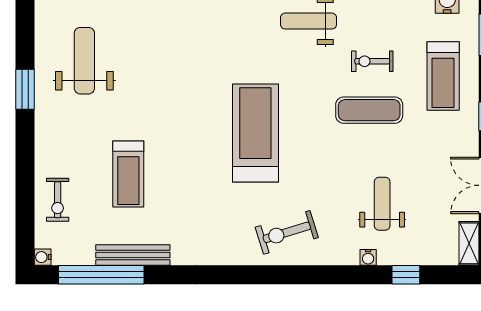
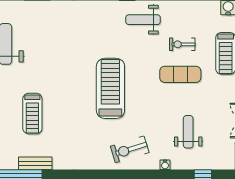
bench: (133, 255) -> (35, 163), width x0.73
water cooler: (368, 257) -> (165, 165), moved

